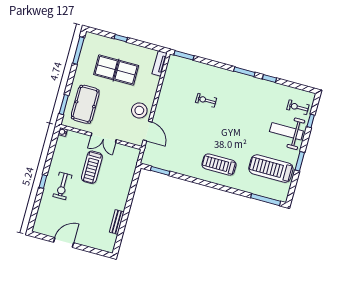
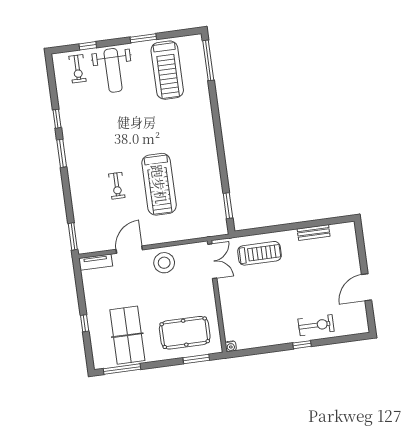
table tennis table: (116, 70) -> (127, 335), moved
door: (147, 131) -> (129, 250), moved
double door: (104, 138) -> (212, 261), moved
treadmill: (219, 165) -> (159, 184), moved, width x1.37, depth x1.38
treadmill: (92, 167) -> (260, 253), moved
exercise bike: (62, 186) -> (316, 325), moved
door: (64, 242) -> (367, 287), hinge flipped

